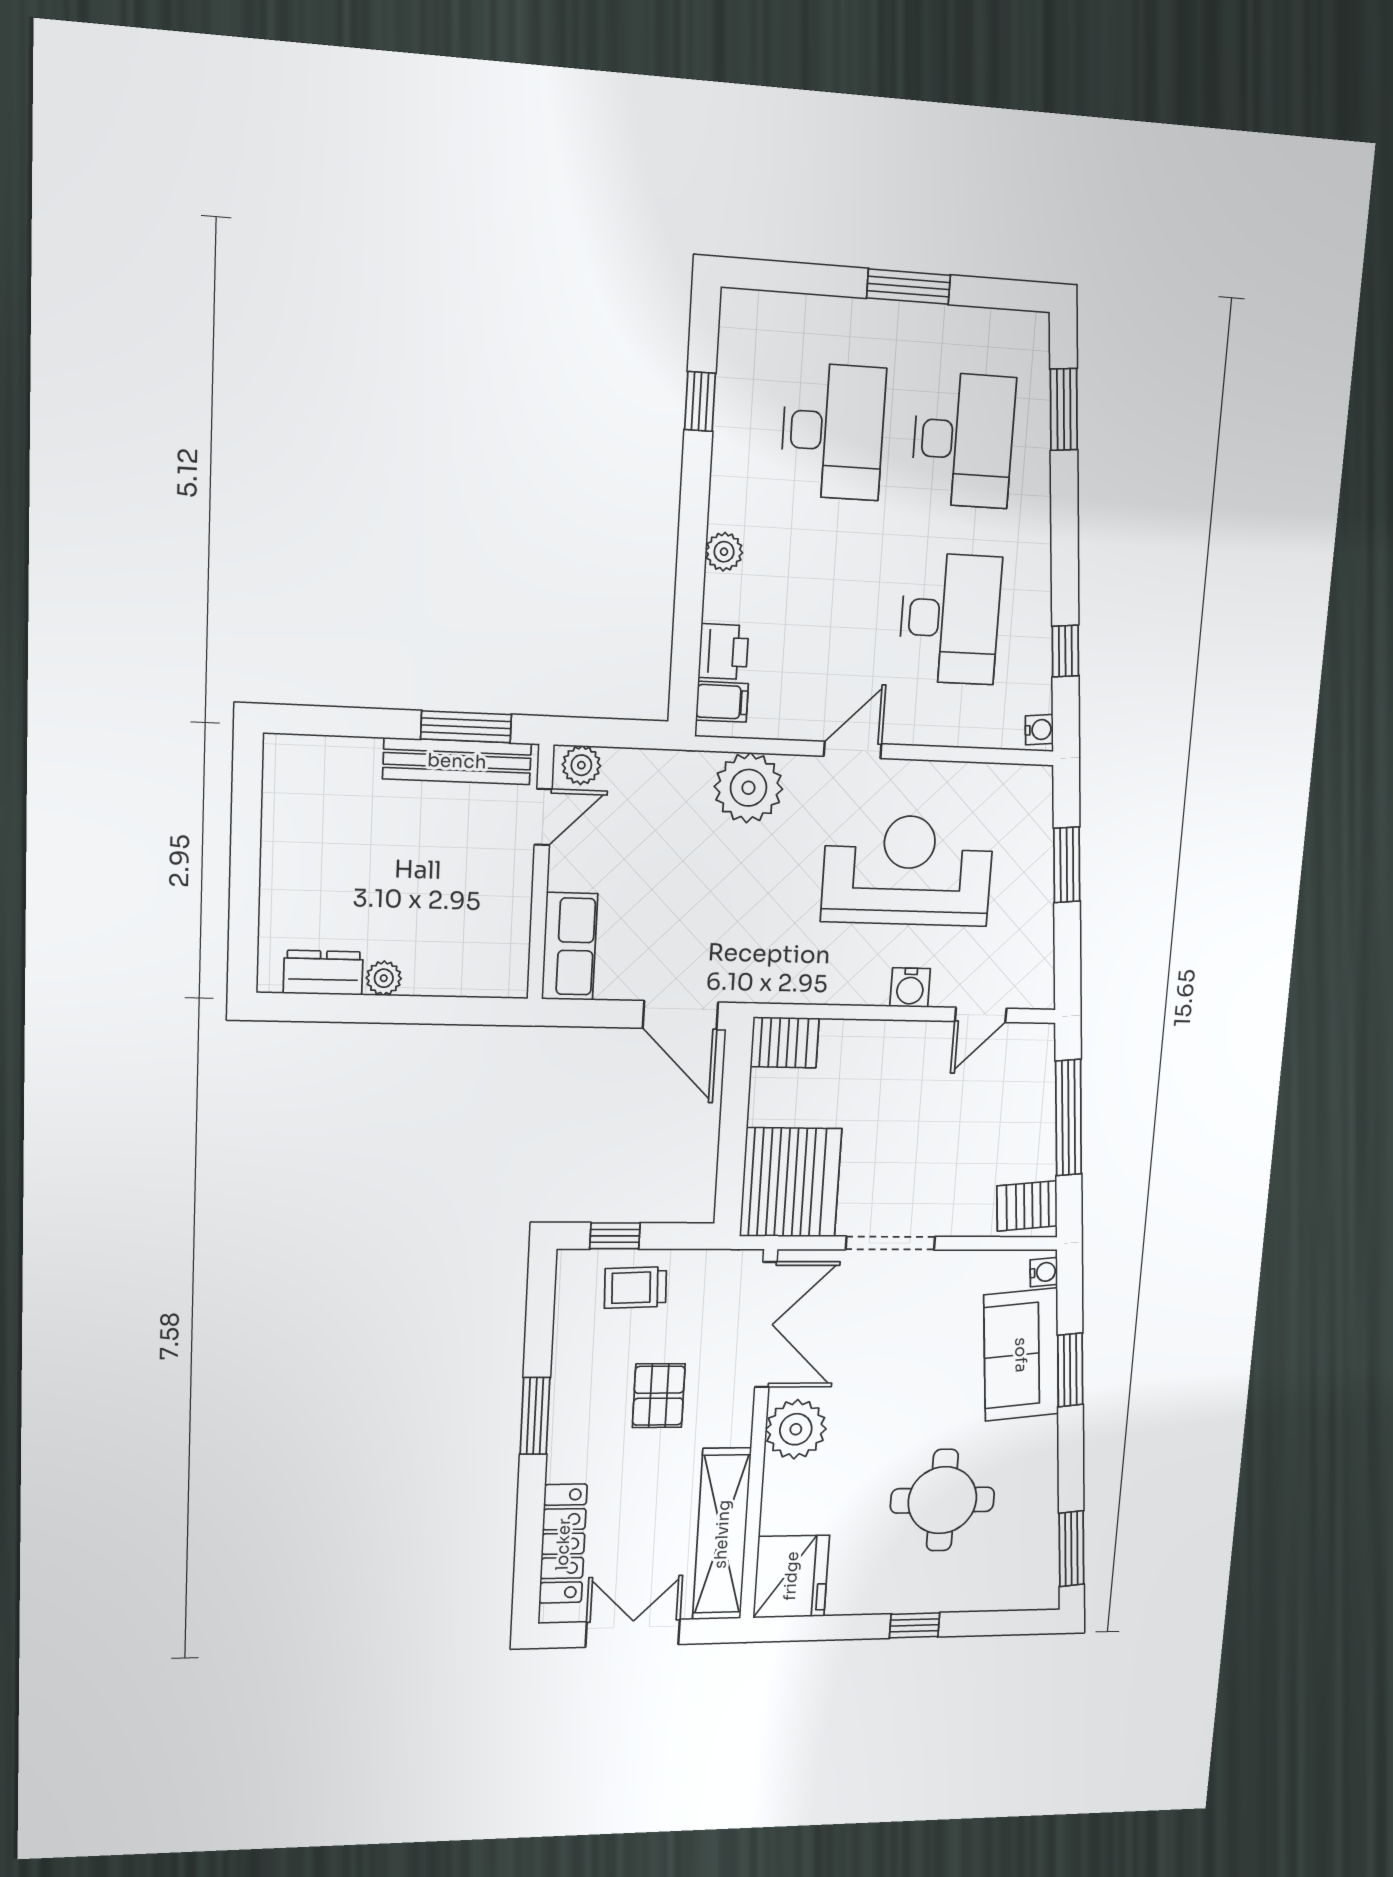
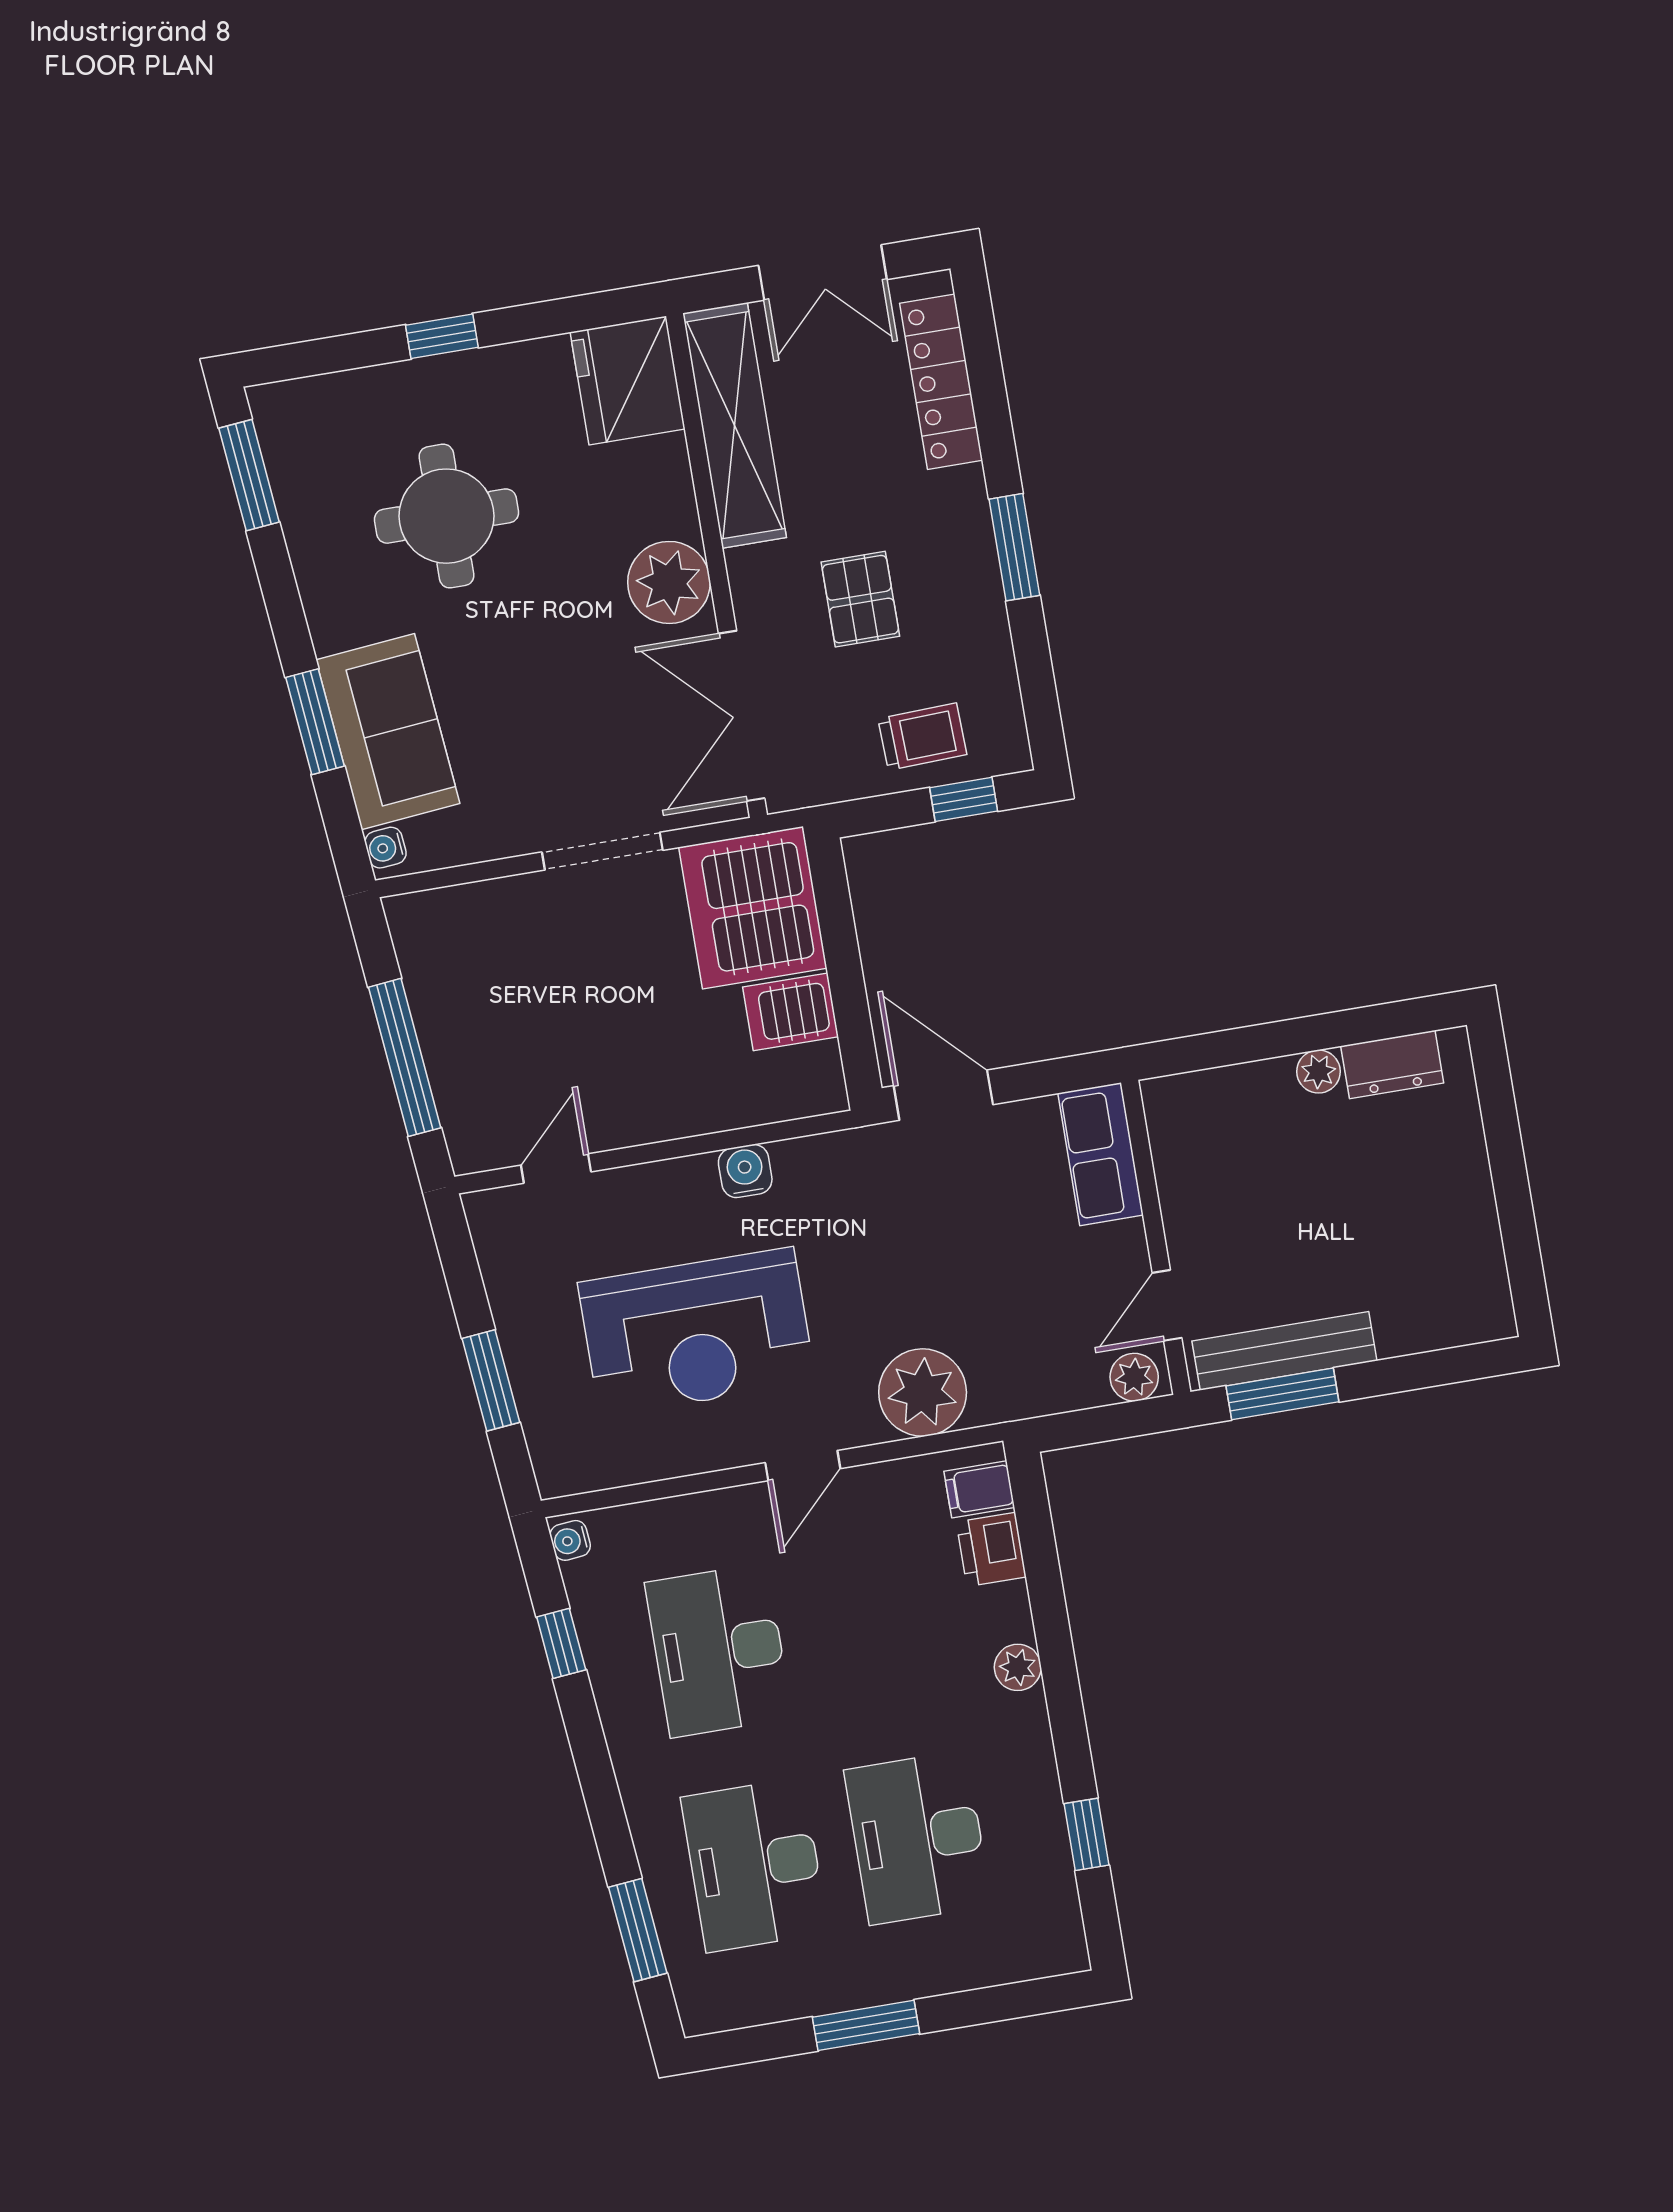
water cooler: (910, 988) -> (745, 1171), moved
server rack: (785, 1042) -> (791, 1012), moved
server rack: (1027, 1206) -> (431, 932), removed

